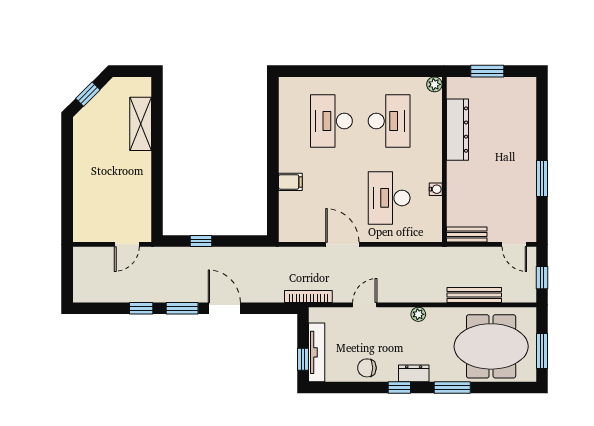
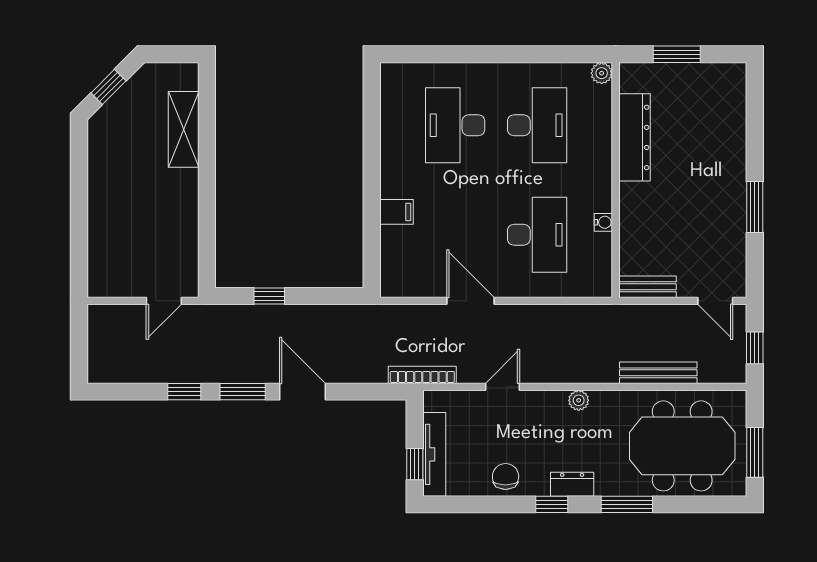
desk: (389, 198) -> (537, 235), turned 180
chair: (367, 368) -> (506, 476), turned 90

